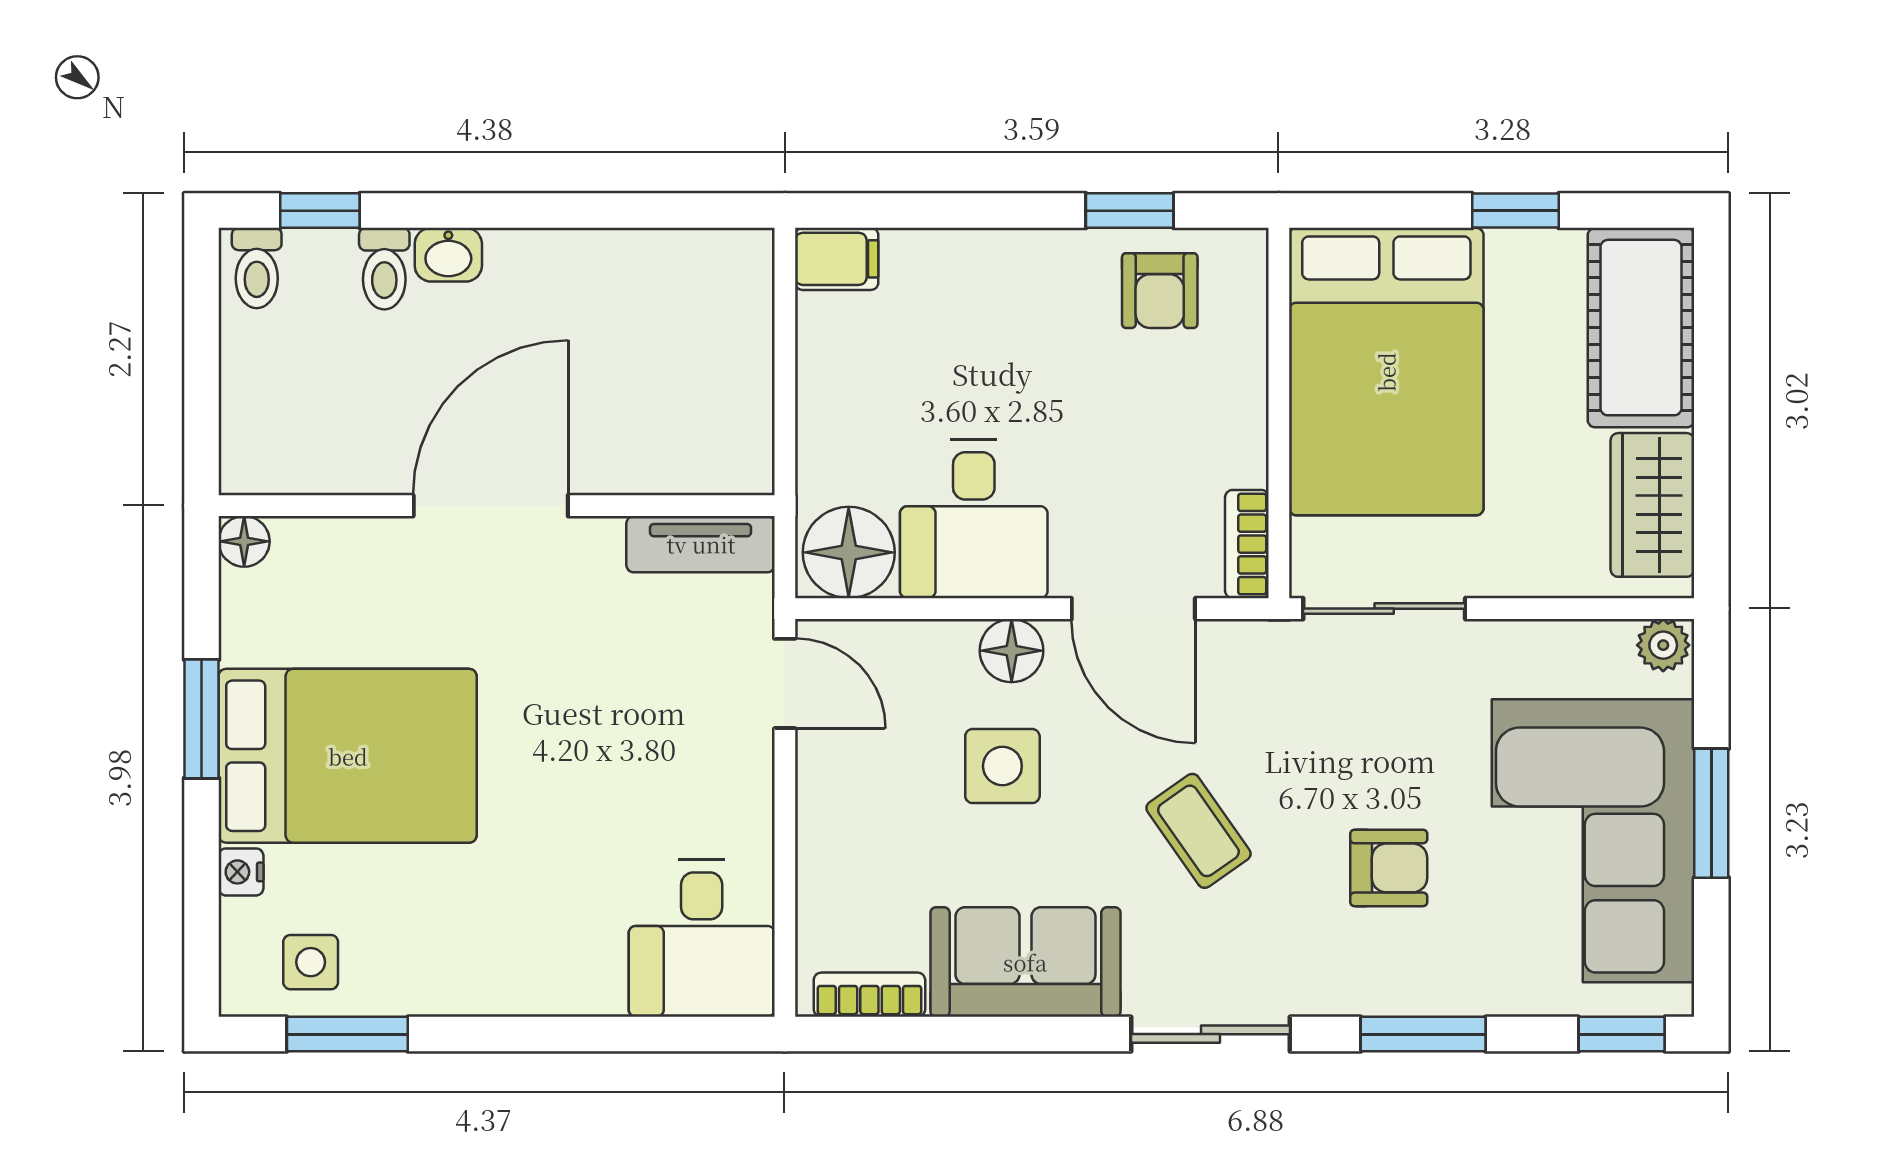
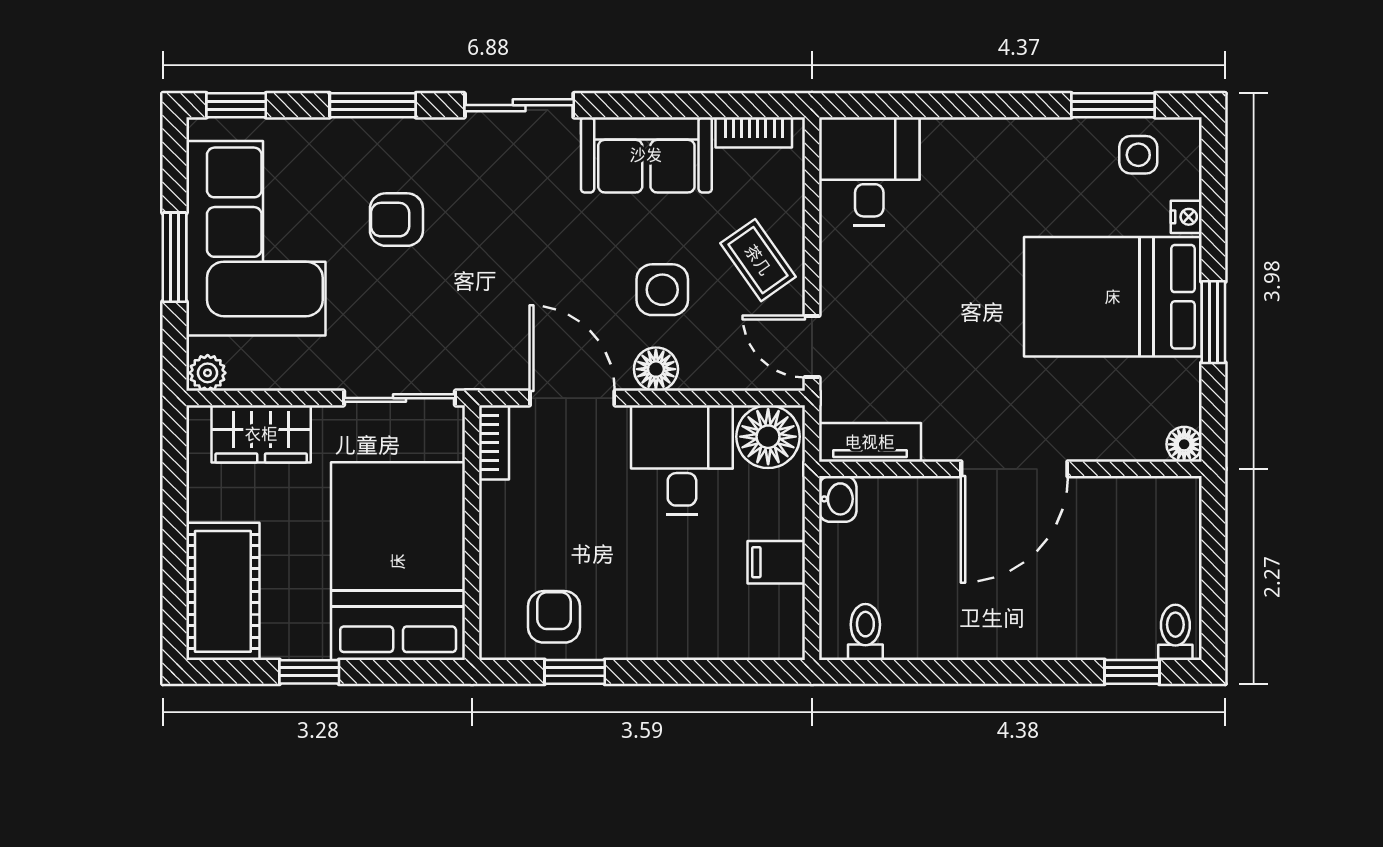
washbasin: (448, 255) -> (838, 499), moved, turned 90
filing cabinet: (837, 259) -> (776, 562), moved
toilet: (384, 269) -> (865, 632), moved
wardrobe: (1652, 505) -> (261, 434), moved, turned 90
coffee table: (1198, 831) -> (758, 260), moved

